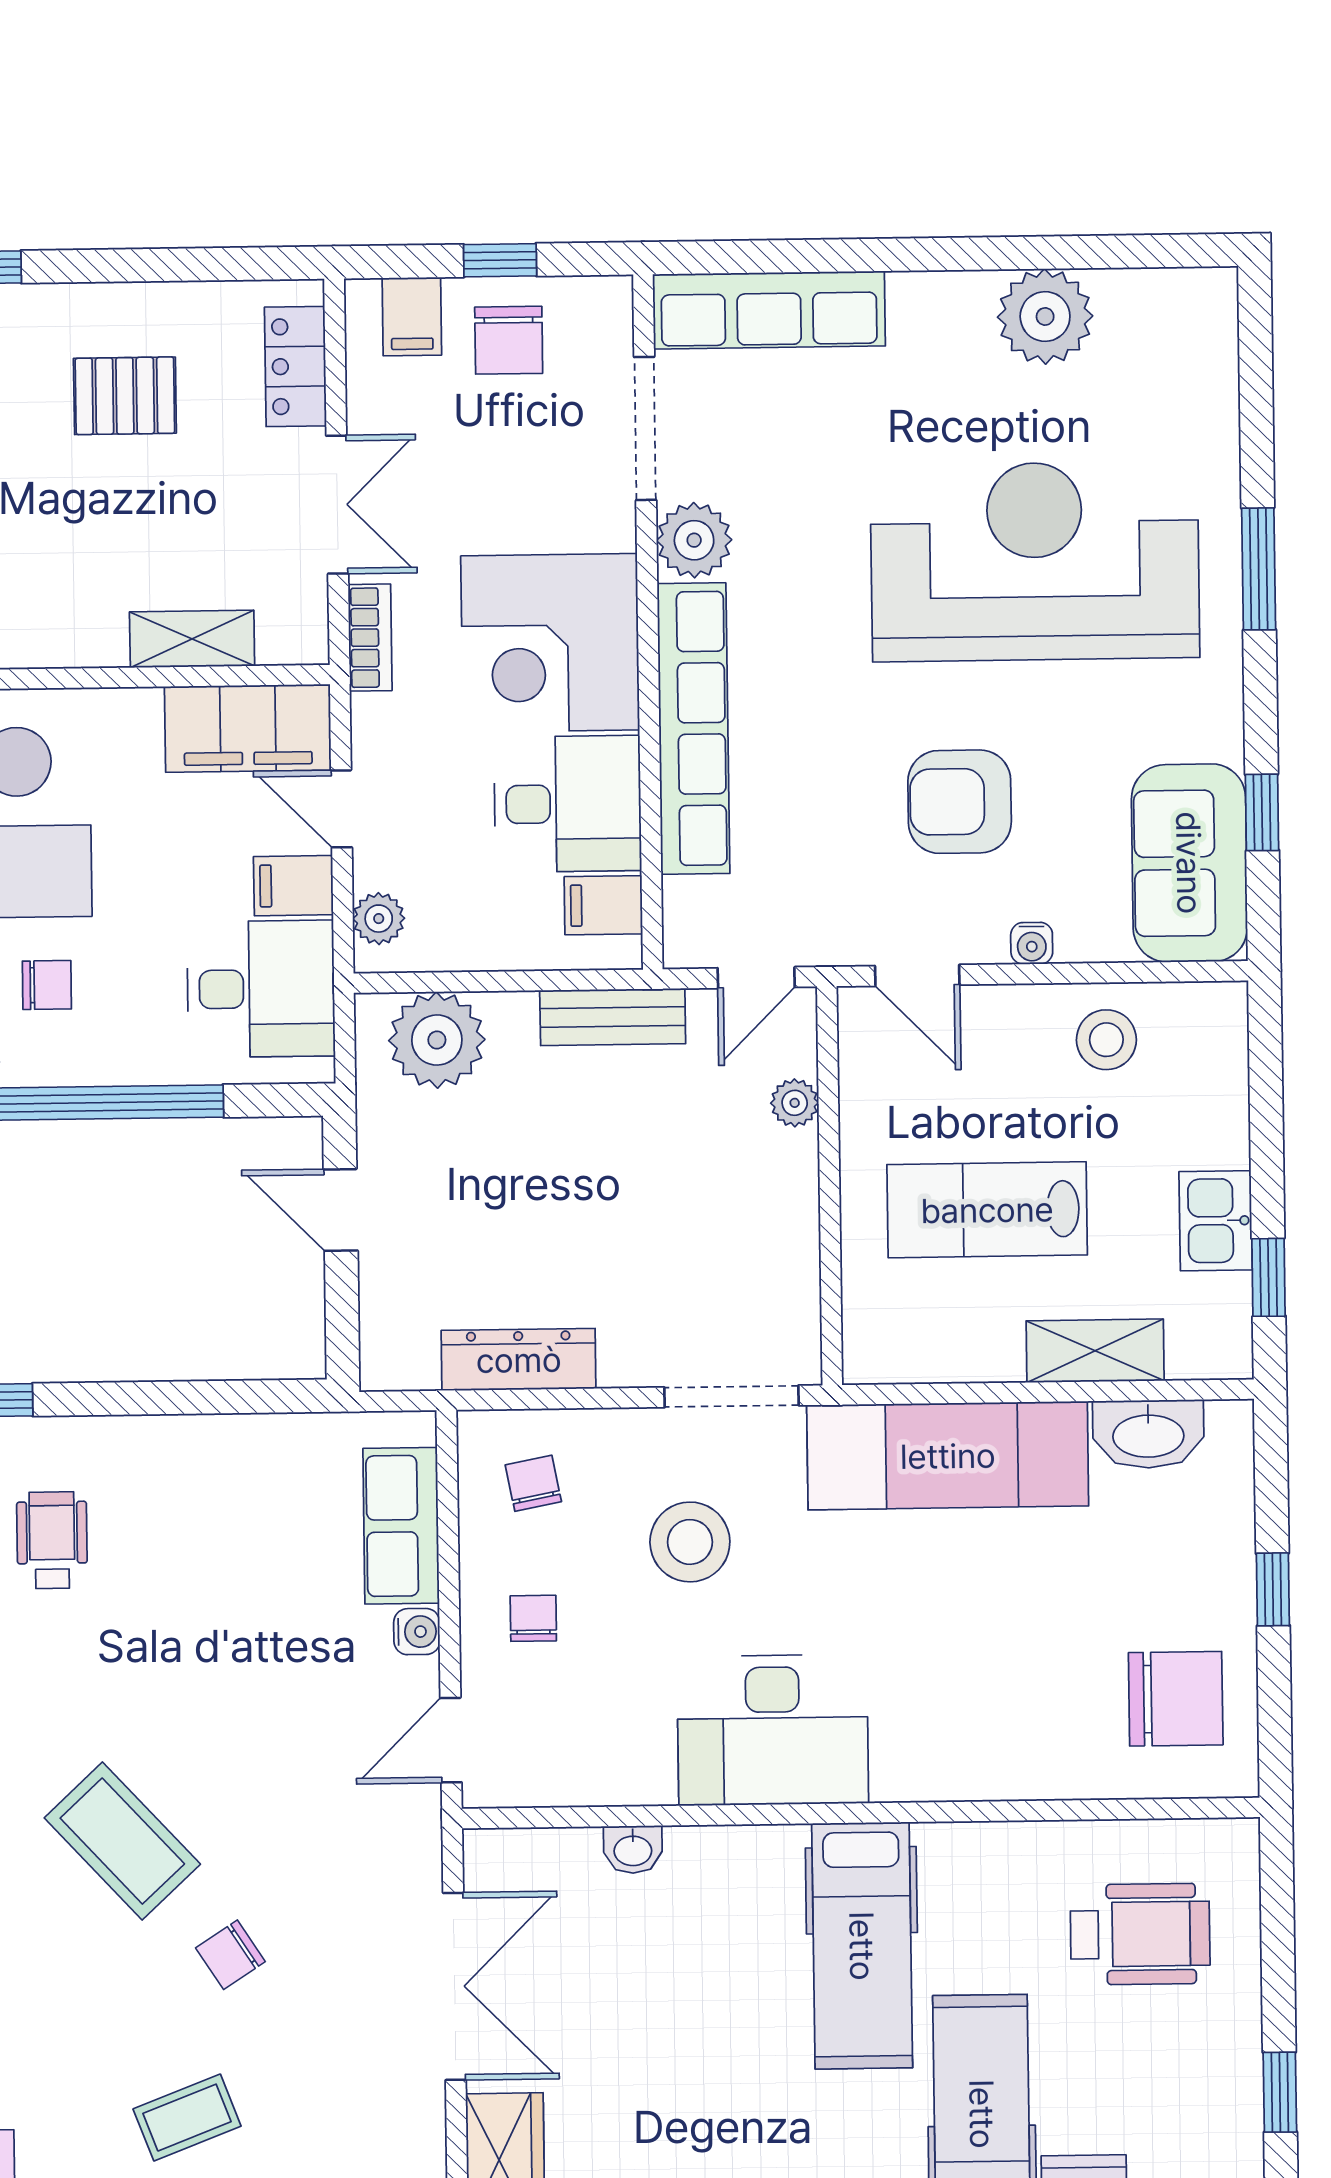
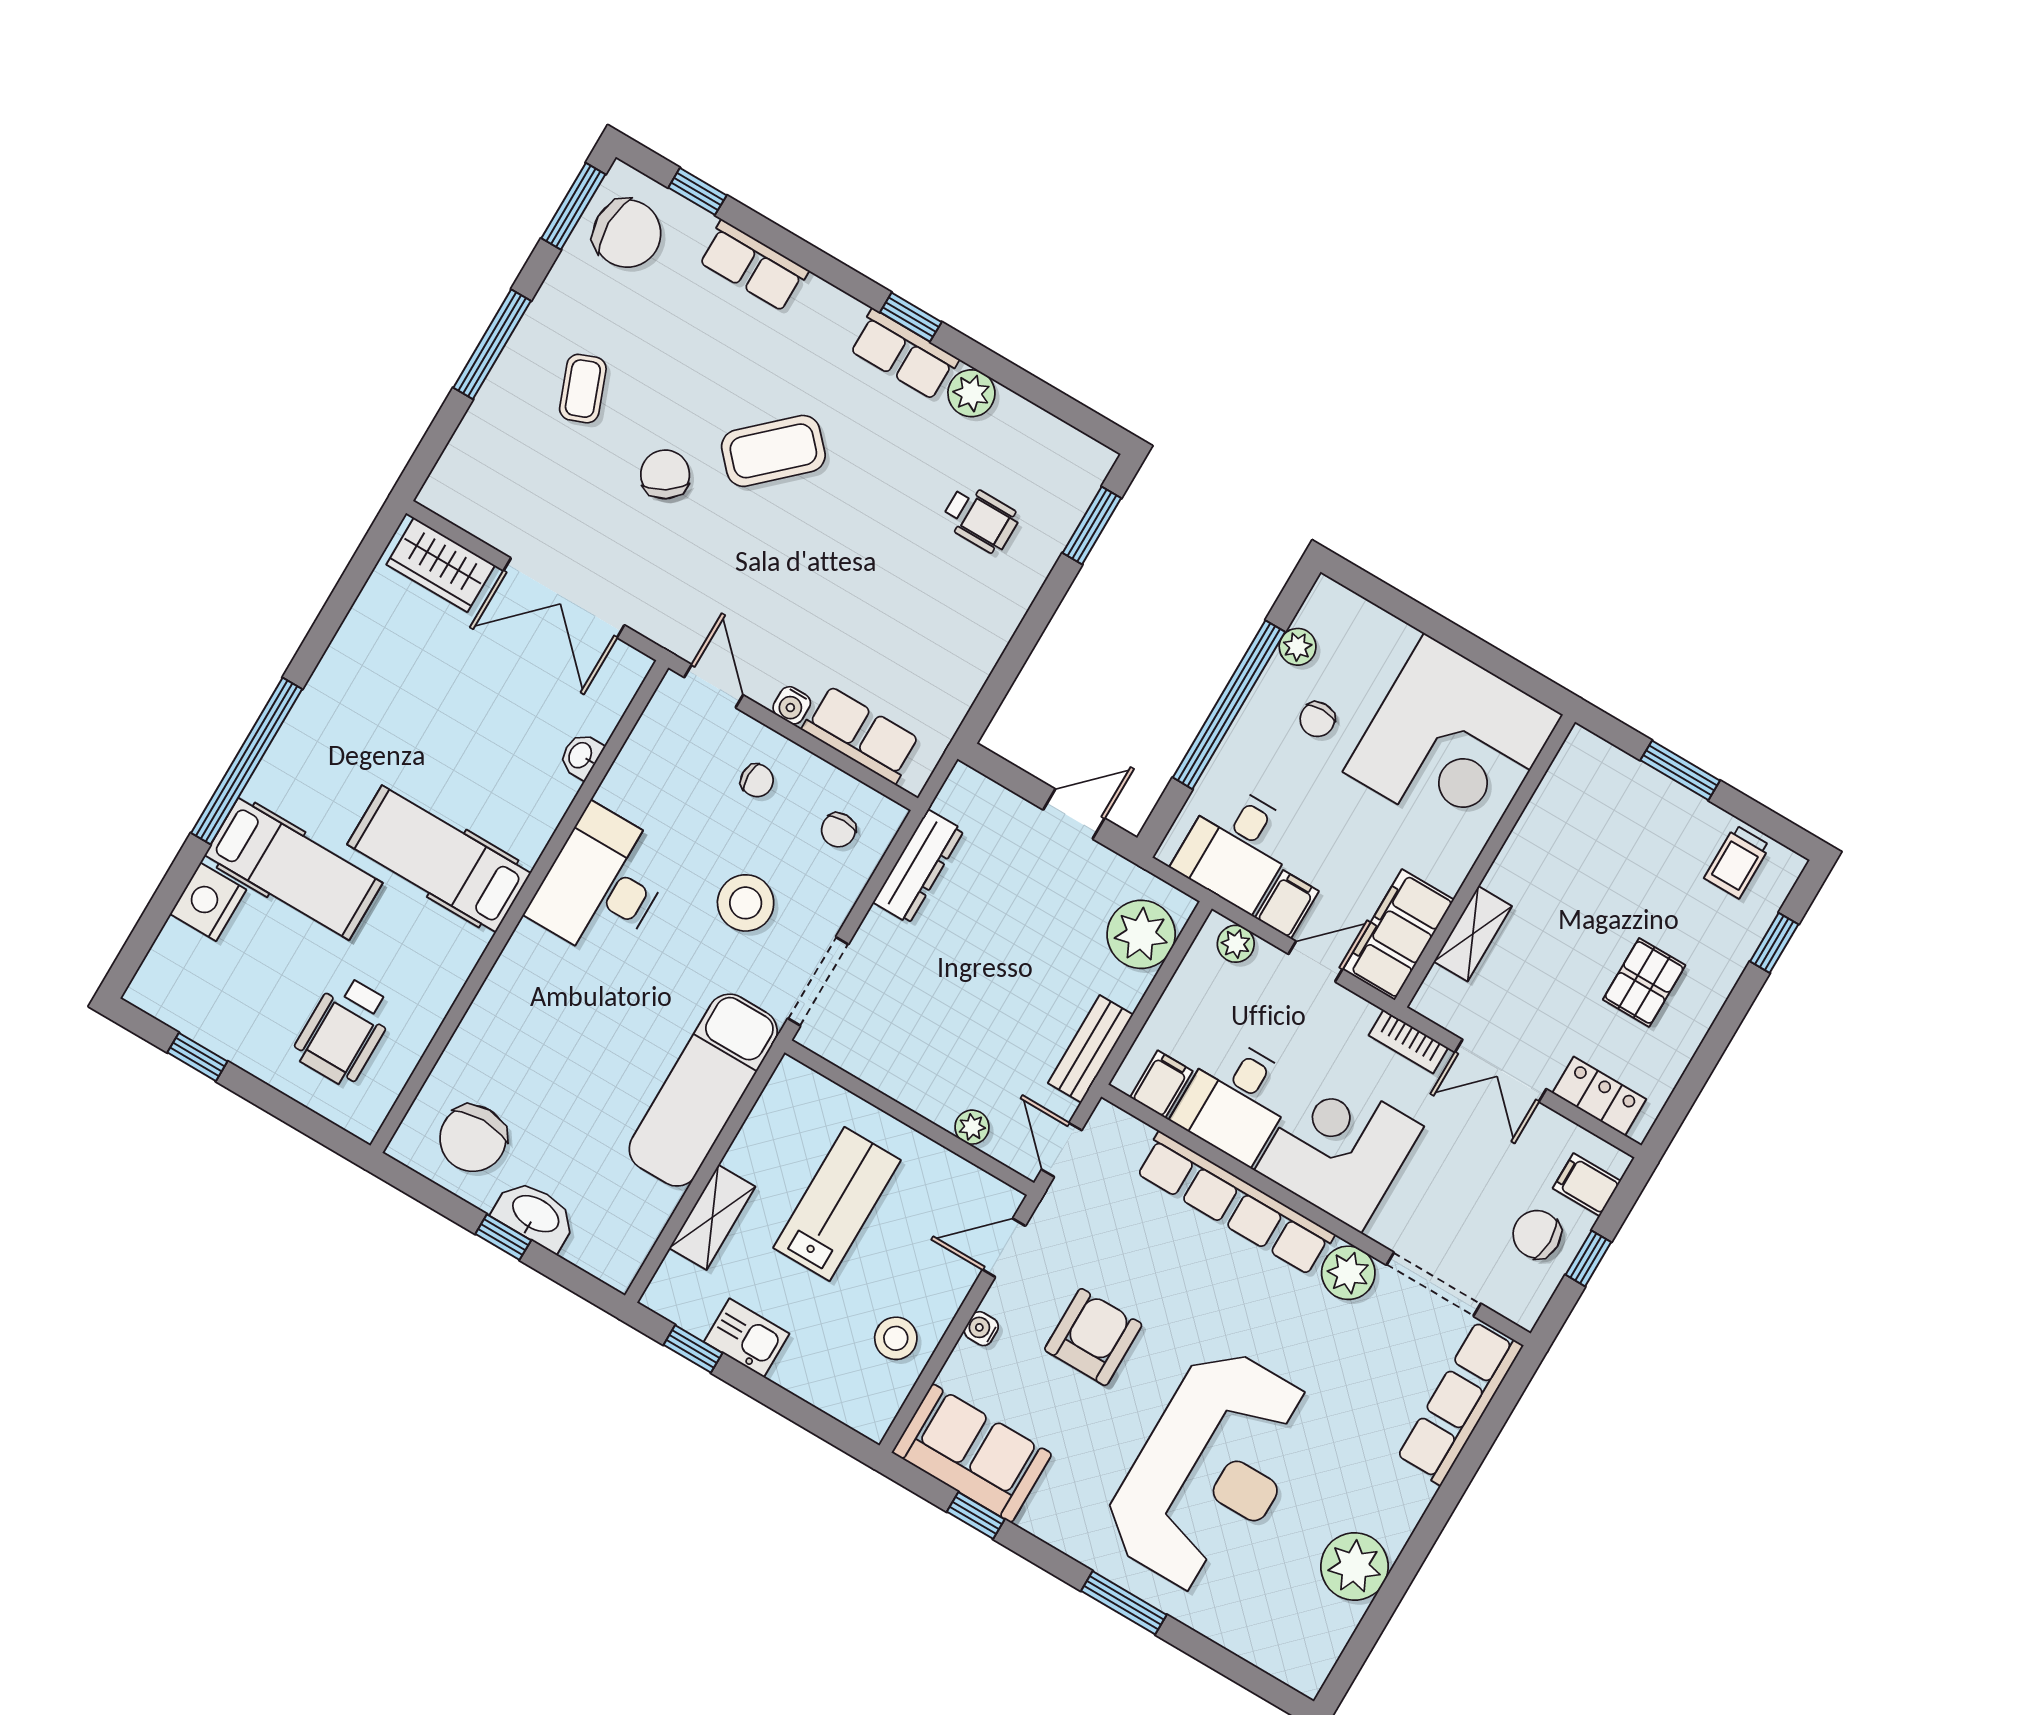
washbasin: (1148, 1434) -> (535, 1215), moved, turned 90
chair: (533, 1483) -> (838, 830), turned 101
chair: (230, 1955) -> (665, 474), width x1.37, depth x1.37

